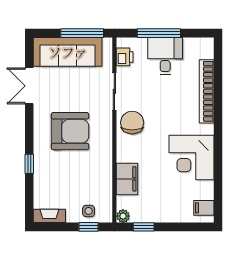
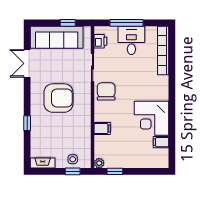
window: (82, 33) -> (68, 23), width x0.46
bookcase: (207, 91) -> (163, 50), moved
filing cabinet: (127, 179) -> (102, 129), width x0.50
filing cabinet: (204, 208) -> (161, 142), moved

